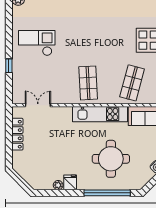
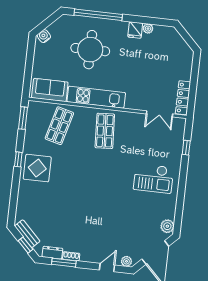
window: (9, 66) -> (186, 148), moved
locker: (17, 134) -> (183, 98), moved

